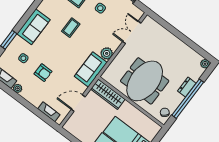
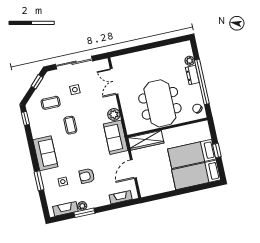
plant: (205, 64) -> (190, 61), moved
armchair: (43, 73) -> (87, 176), turned 180
window: (14, 94) -> (84, 213), added

